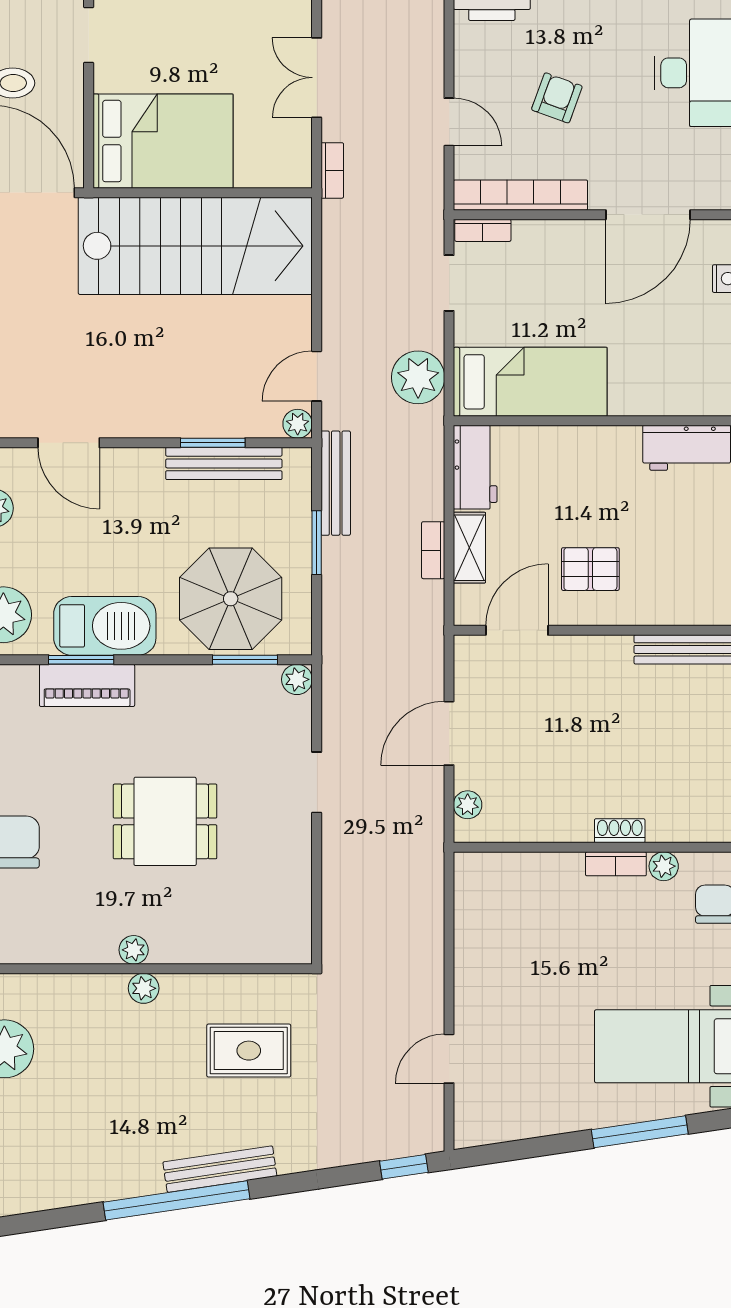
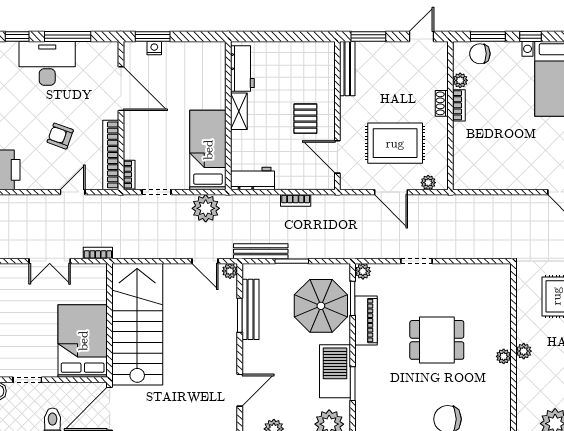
shelving: (469, 548) -> (239, 111), moved, turned 90
piano: (87, 685) -> (366, 321), moved
rug: (543, 741) -> (395, 143), added
dining table: (165, 821) -> (437, 340), turned 90

